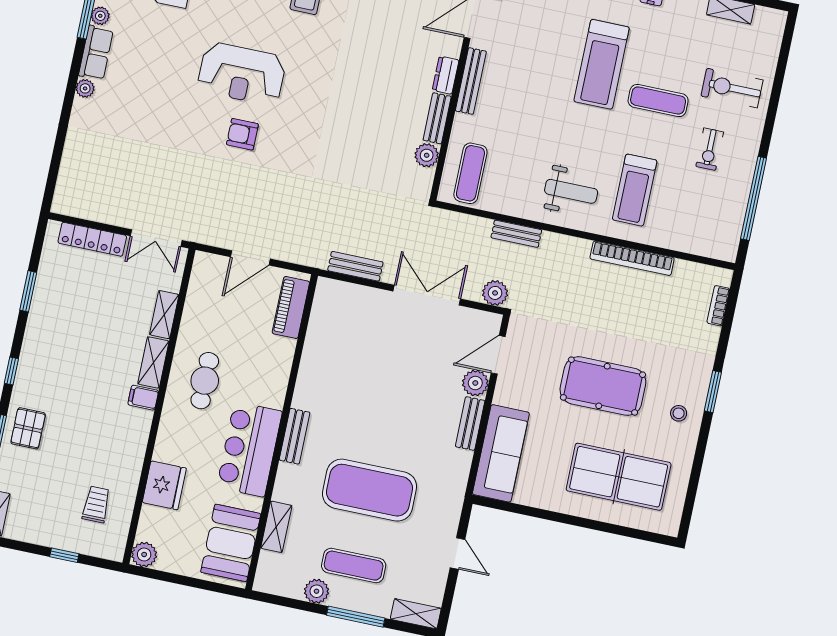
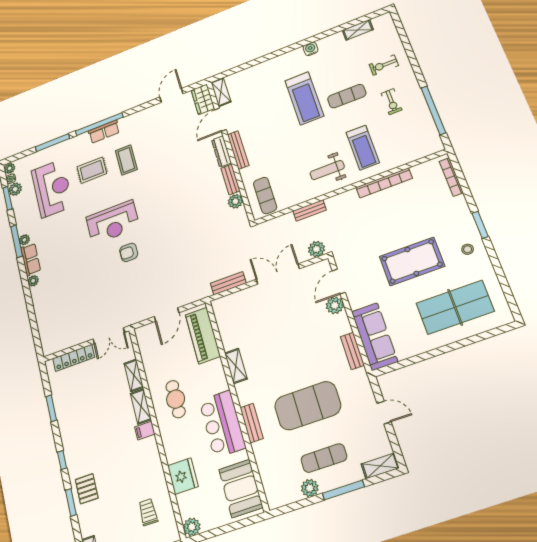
dresser: (446, 75) -> (221, 151), width x1.44
exercise bike: (732, 88) -> (384, 65), width x0.73, depth x0.72
weight bench: (571, 191) -> (327, 170), turned 180
bookcase: (718, 306) -> (451, 177), width x1.56
piano: (291, 307) -> (203, 335), width x1.37, depth x1.33
bench: (470, 424) -> (352, 351), moved
bench: (295, 436) -> (252, 423), moved
shelving: (276, 527) -> (236, 366), moved

